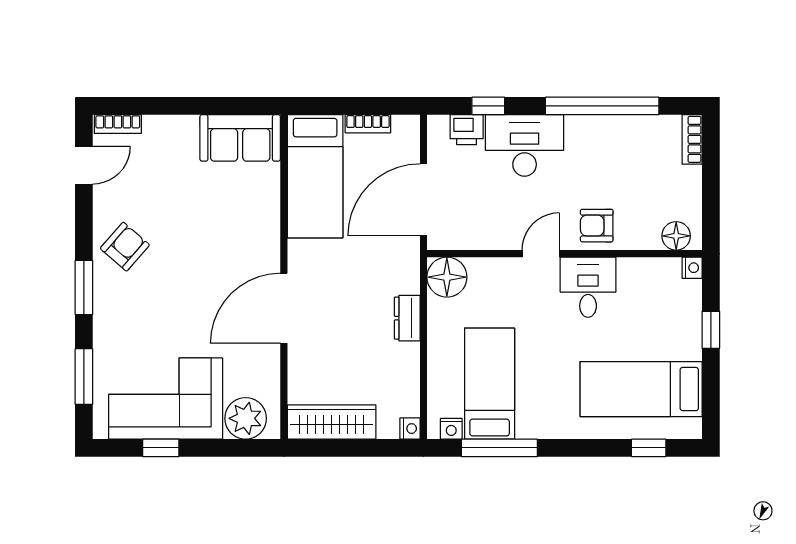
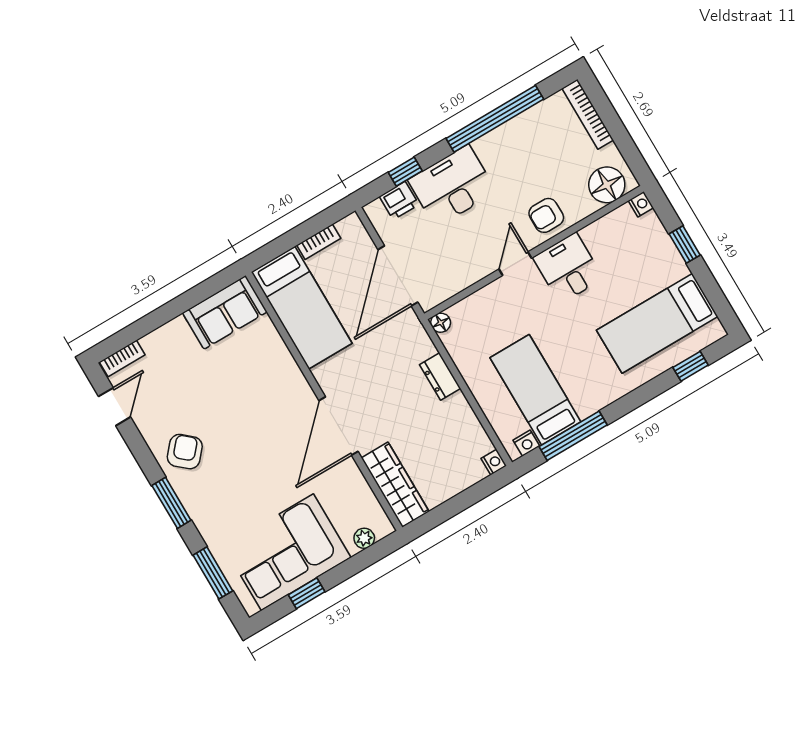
bookcase: (692, 139) -> (588, 114), width x1.56
floor lamp: (676, 236) -> (607, 185), width x1.38, depth x1.38
floor lamp: (447, 277) -> (441, 323), width x0.53, depth x0.53
plant: (246, 418) -> (364, 538), width x0.53, depth x0.53
wardrobe: (332, 422) -> (395, 485), moved, turned 90

